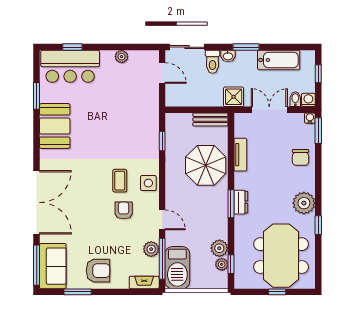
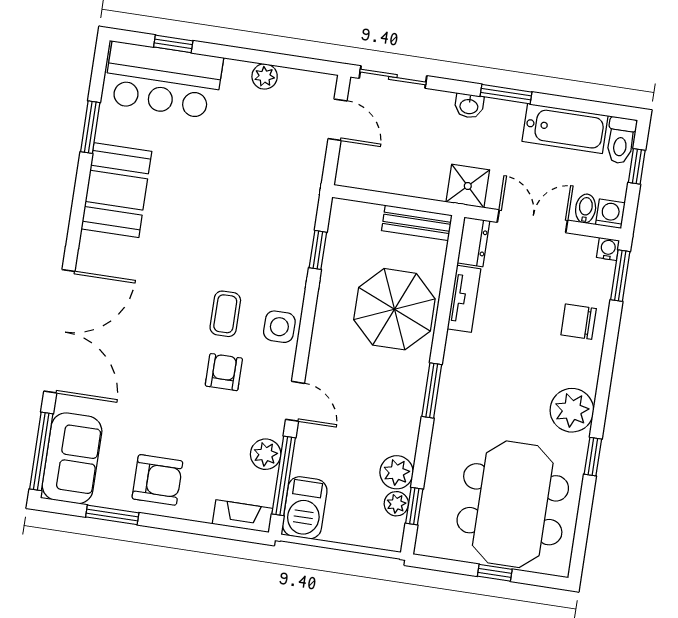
toilet: (212, 62) -> (621, 140), moved
chair: (301, 157) -> (579, 322), turned 90
dresser: (241, 202) -> (473, 242), moved
barbecue: (177, 268) -> (305, 508), width x0.73, depth x0.83

